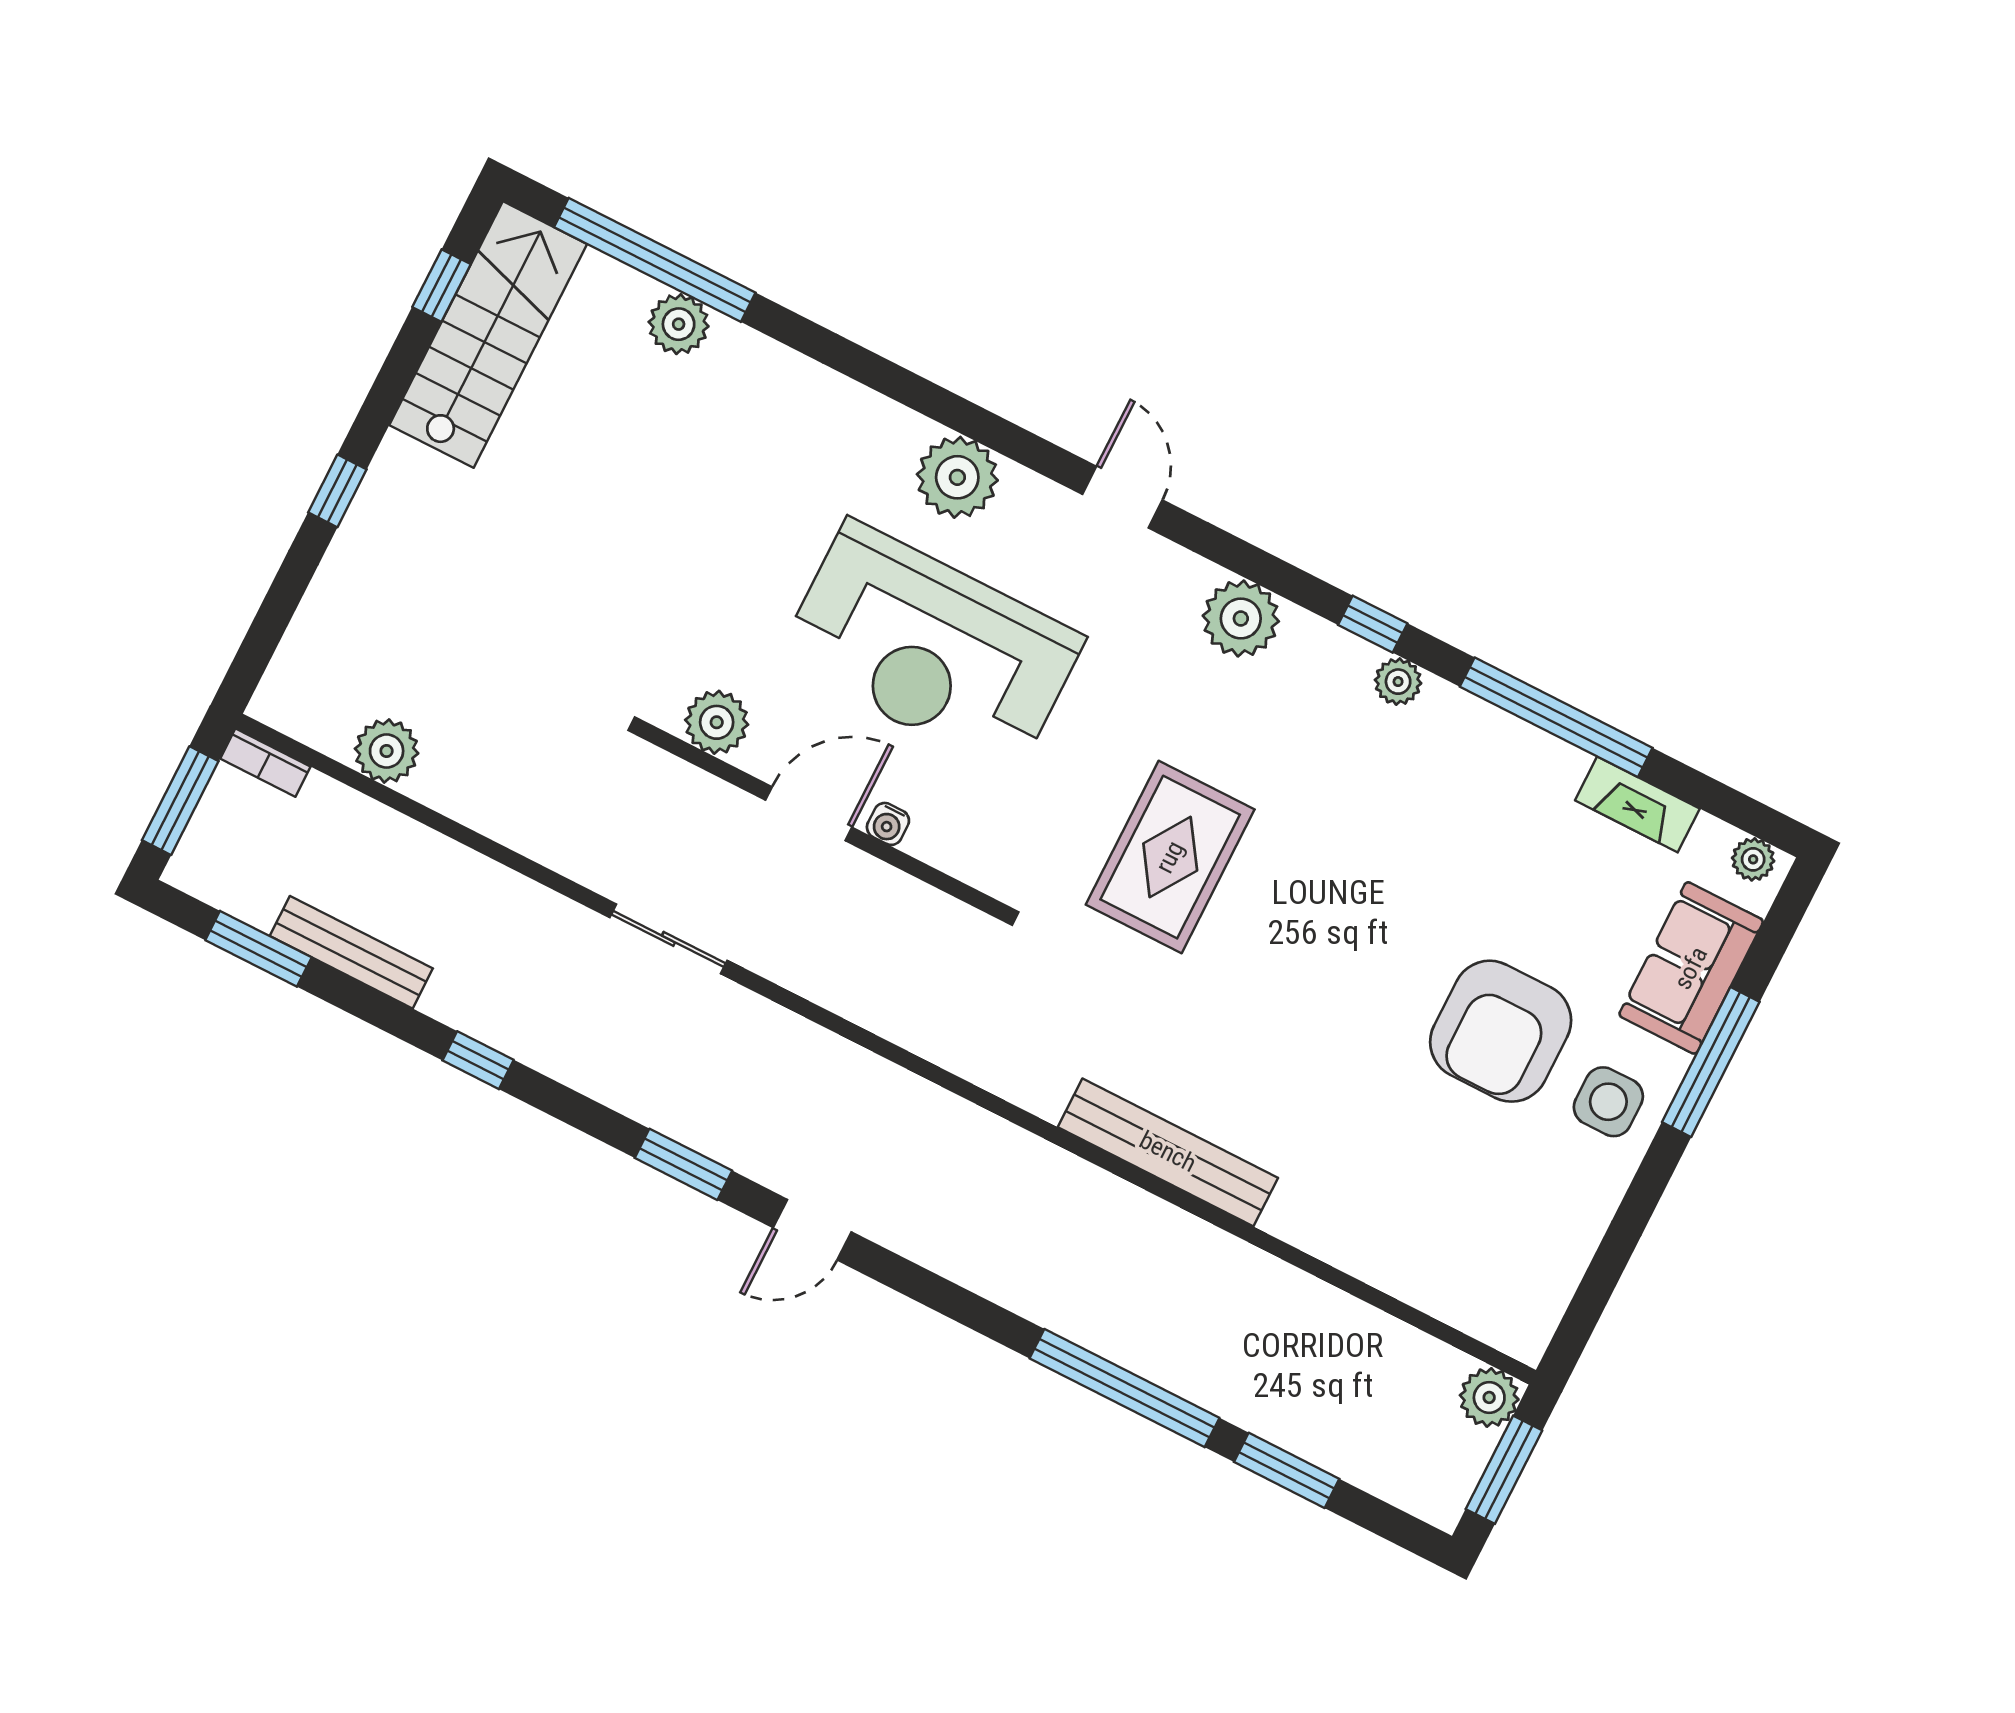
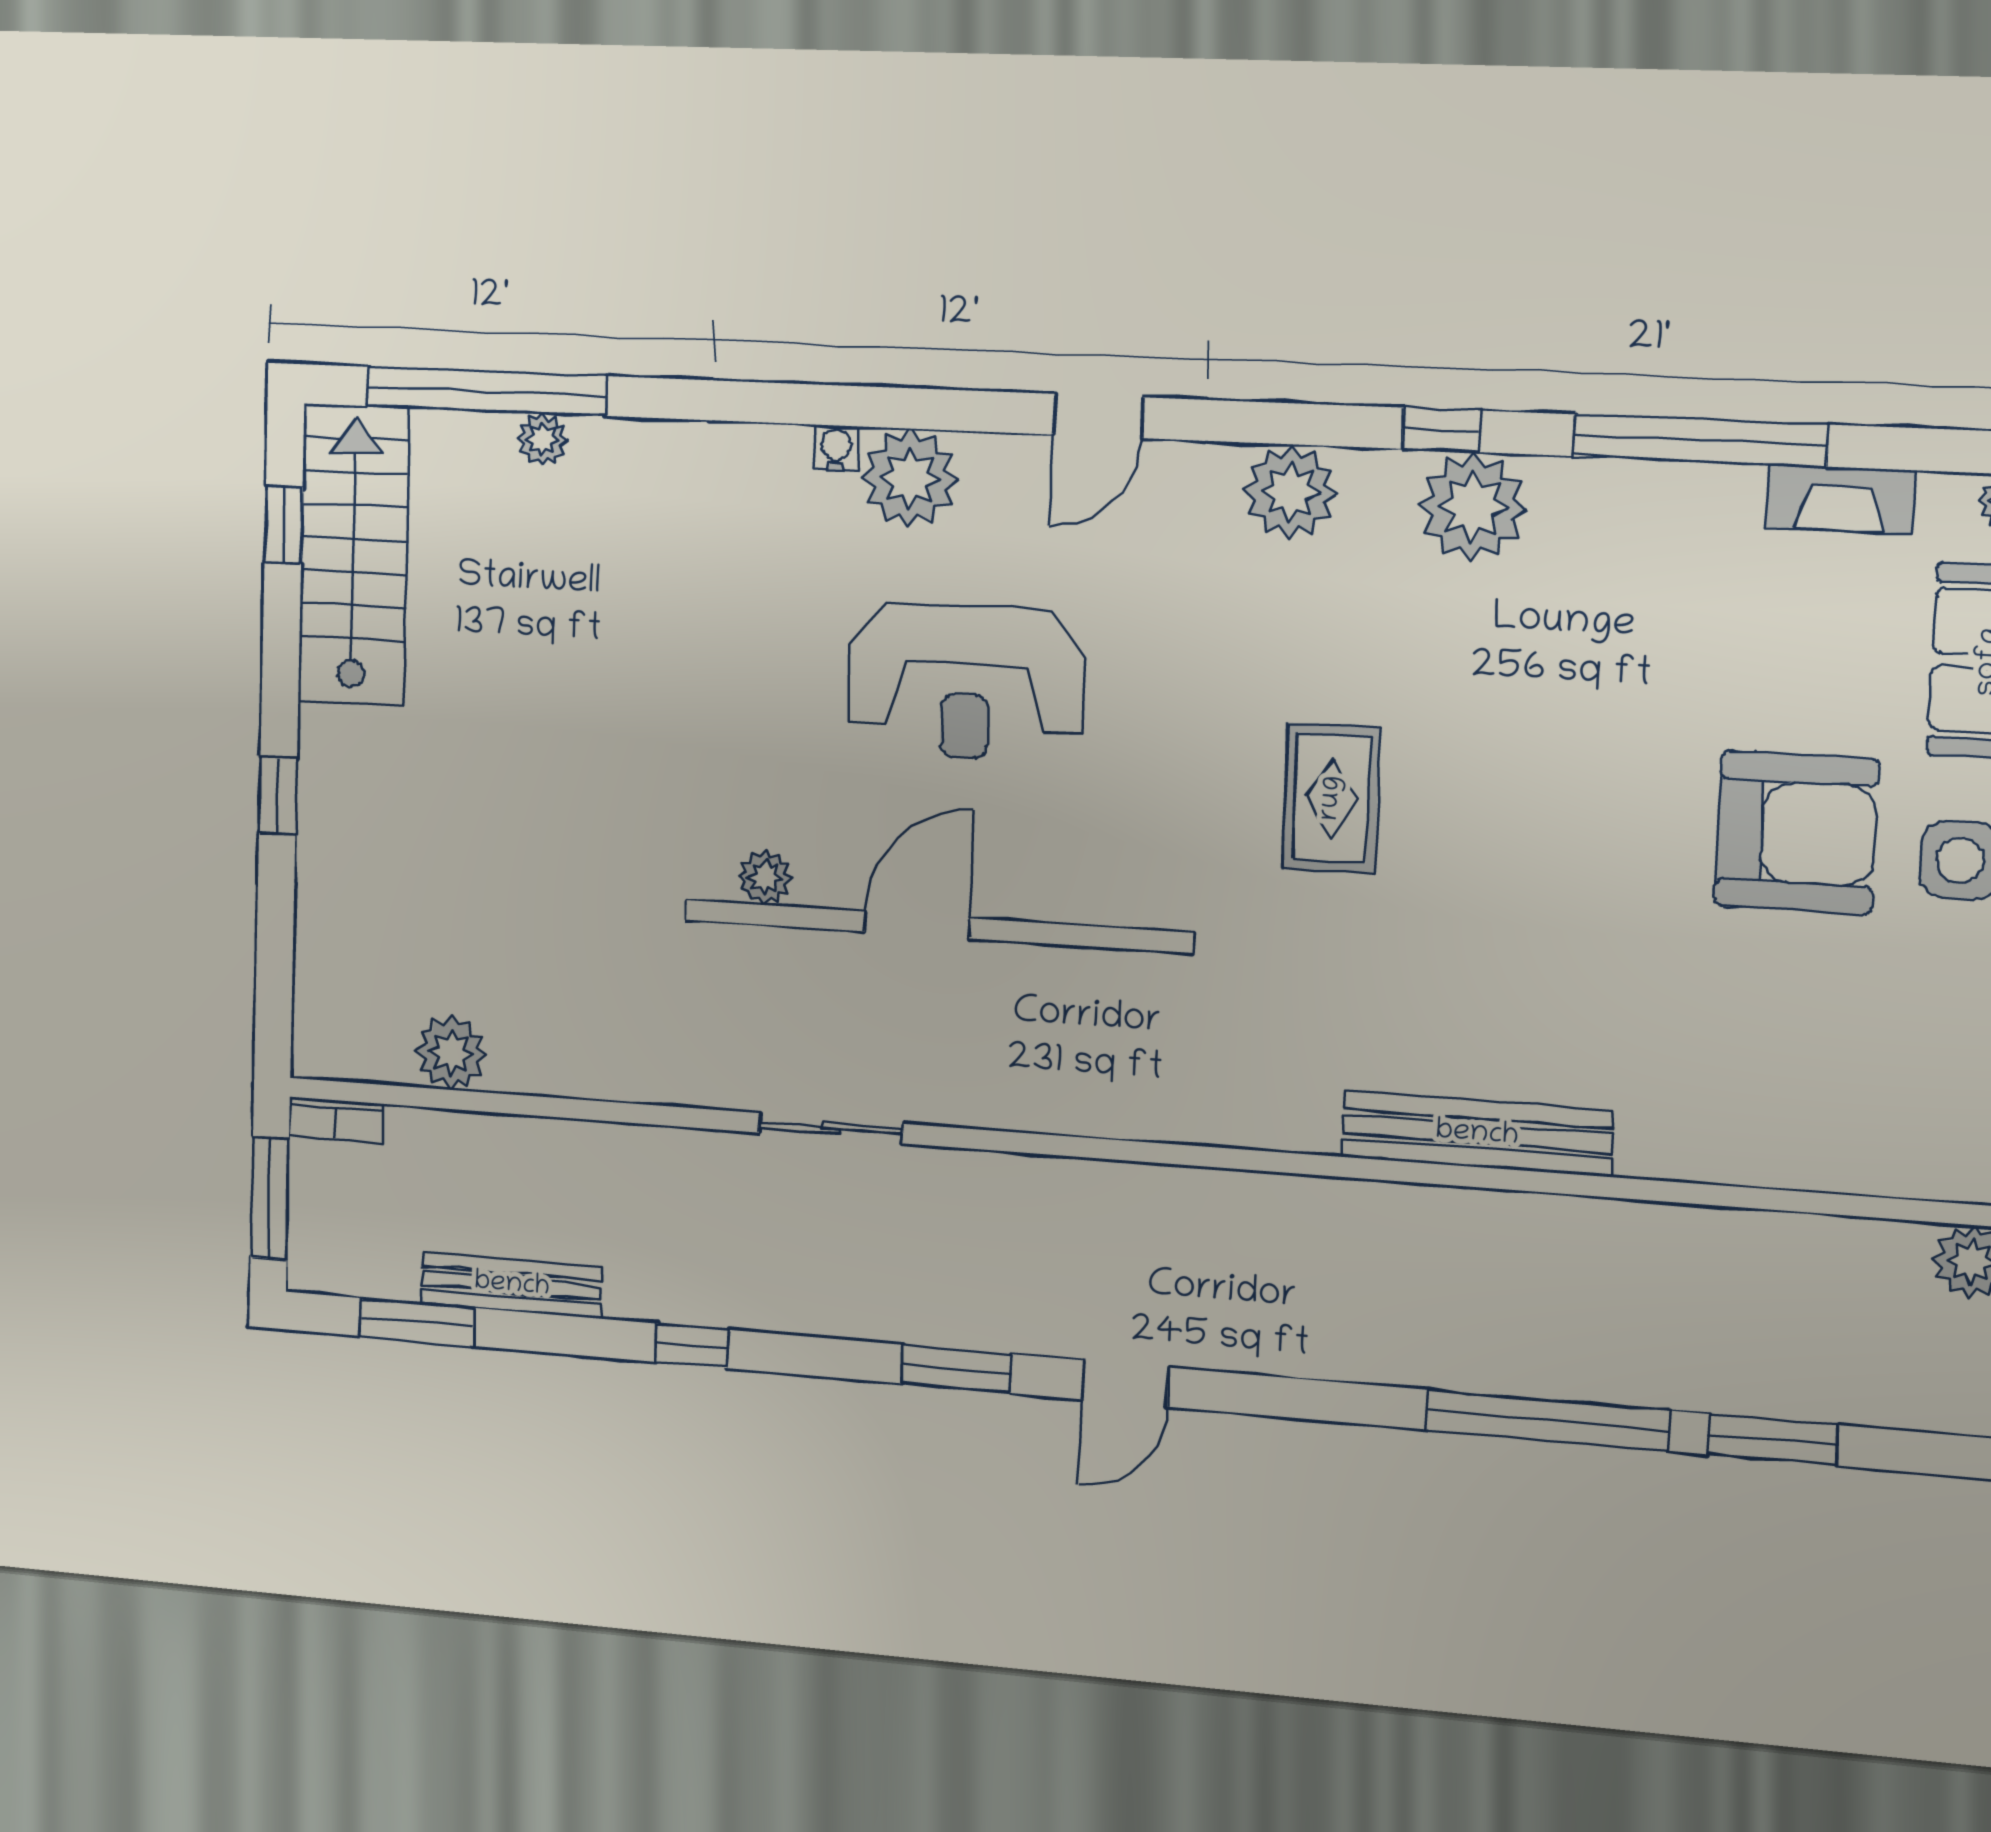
plant: (679, 324) -> (542, 440), width x0.73, depth x0.73
door: (1122, 497) -> (1098, 416), swing flipped
reception desk: (931, 648) -> (966, 682), width x0.74, depth x0.77
plant: (1398, 682) -> (1473, 507), width x1.88, depth x1.88
plant: (717, 722) -> (765, 878), width x0.73, depth x0.73
water cooler: (888, 824) -> (836, 448), moved, turned 180
rug: (1170, 857) -> (1331, 798), width x0.73, depth x0.70
armchair: (1501, 1031) -> (1797, 833), turned -90

